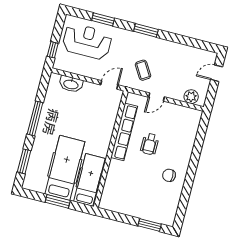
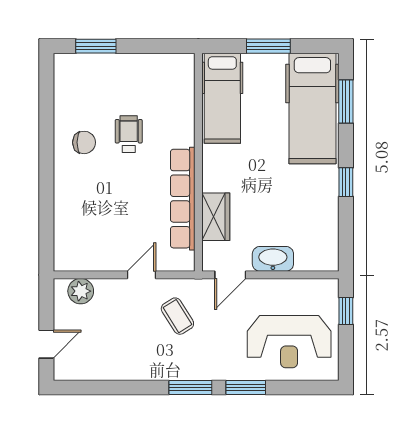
window: (103, 19) -> (246, 388), moved
washbasin: (71, 84) -> (273, 259), moved
window: (35, 118) -> (346, 182), width x0.46
wardrobe: (109, 118) -> (216, 217), added
wheelchair: (150, 144) -> (129, 134), moved
hospital bed: (65, 168) -> (312, 108), moved

